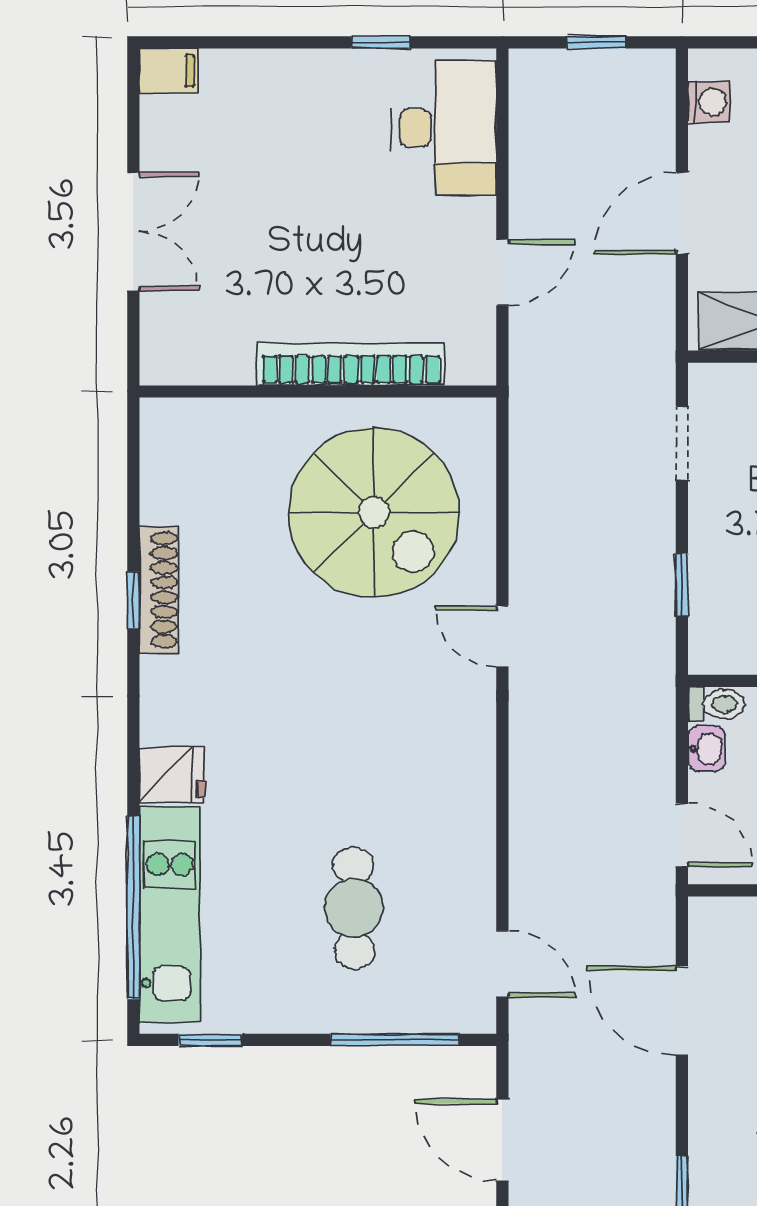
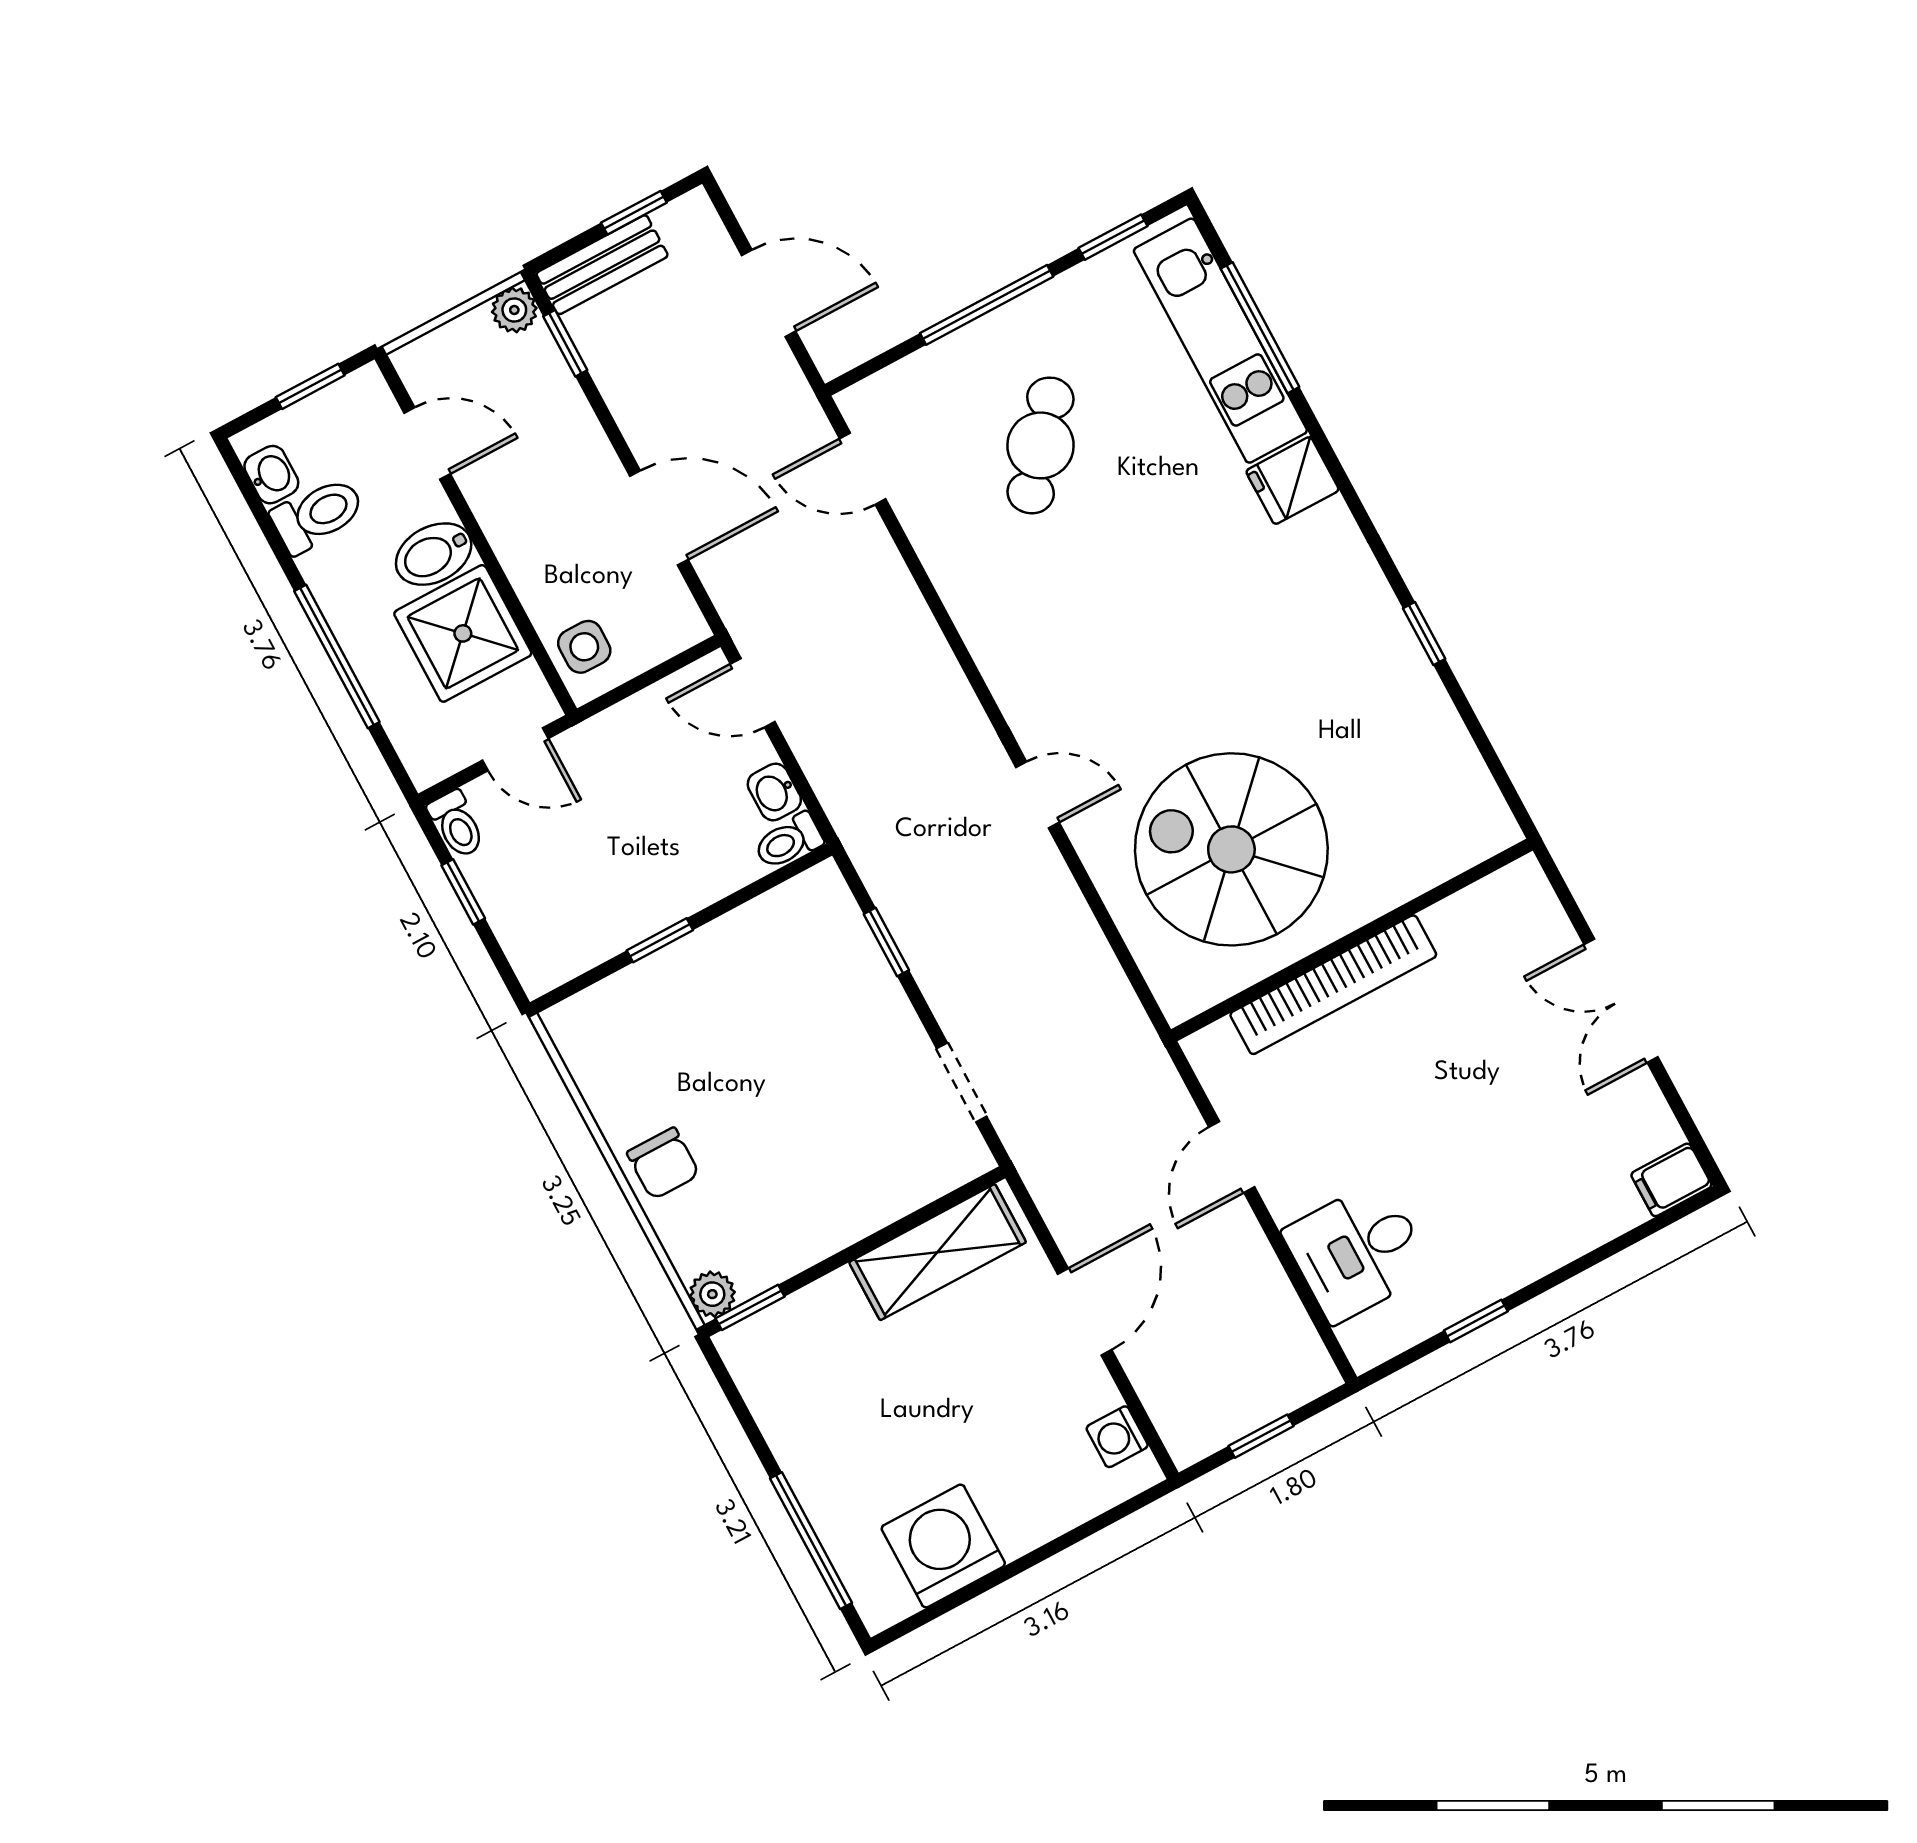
desk: (444, 128) -> (1357, 1251), width x0.73
shoe rack: (159, 590) -> (1404, 658), removed
window: (133, 908) -> (1260, 328), width x0.68
cafe table: (354, 908) -> (1041, 445), turned 41
window: (395, 1040) -> (987, 305), moved

